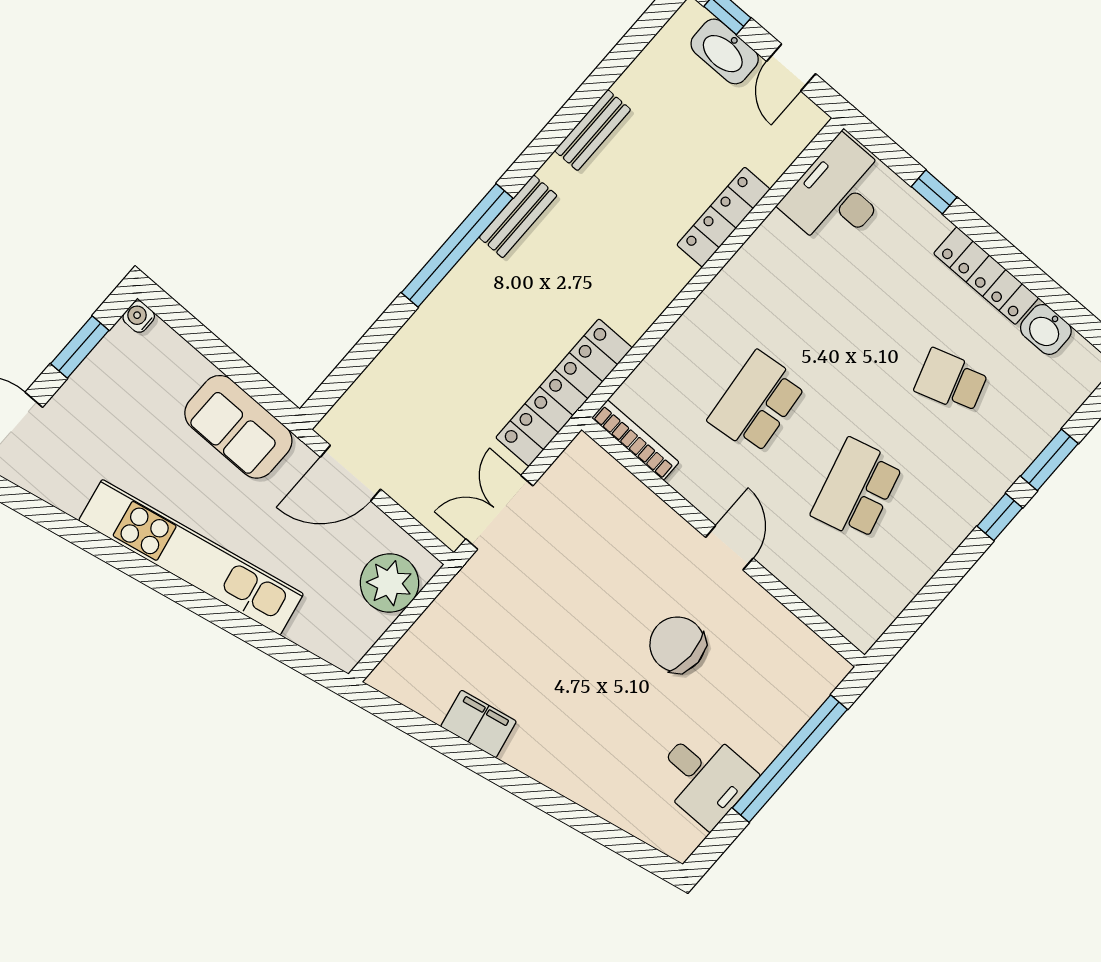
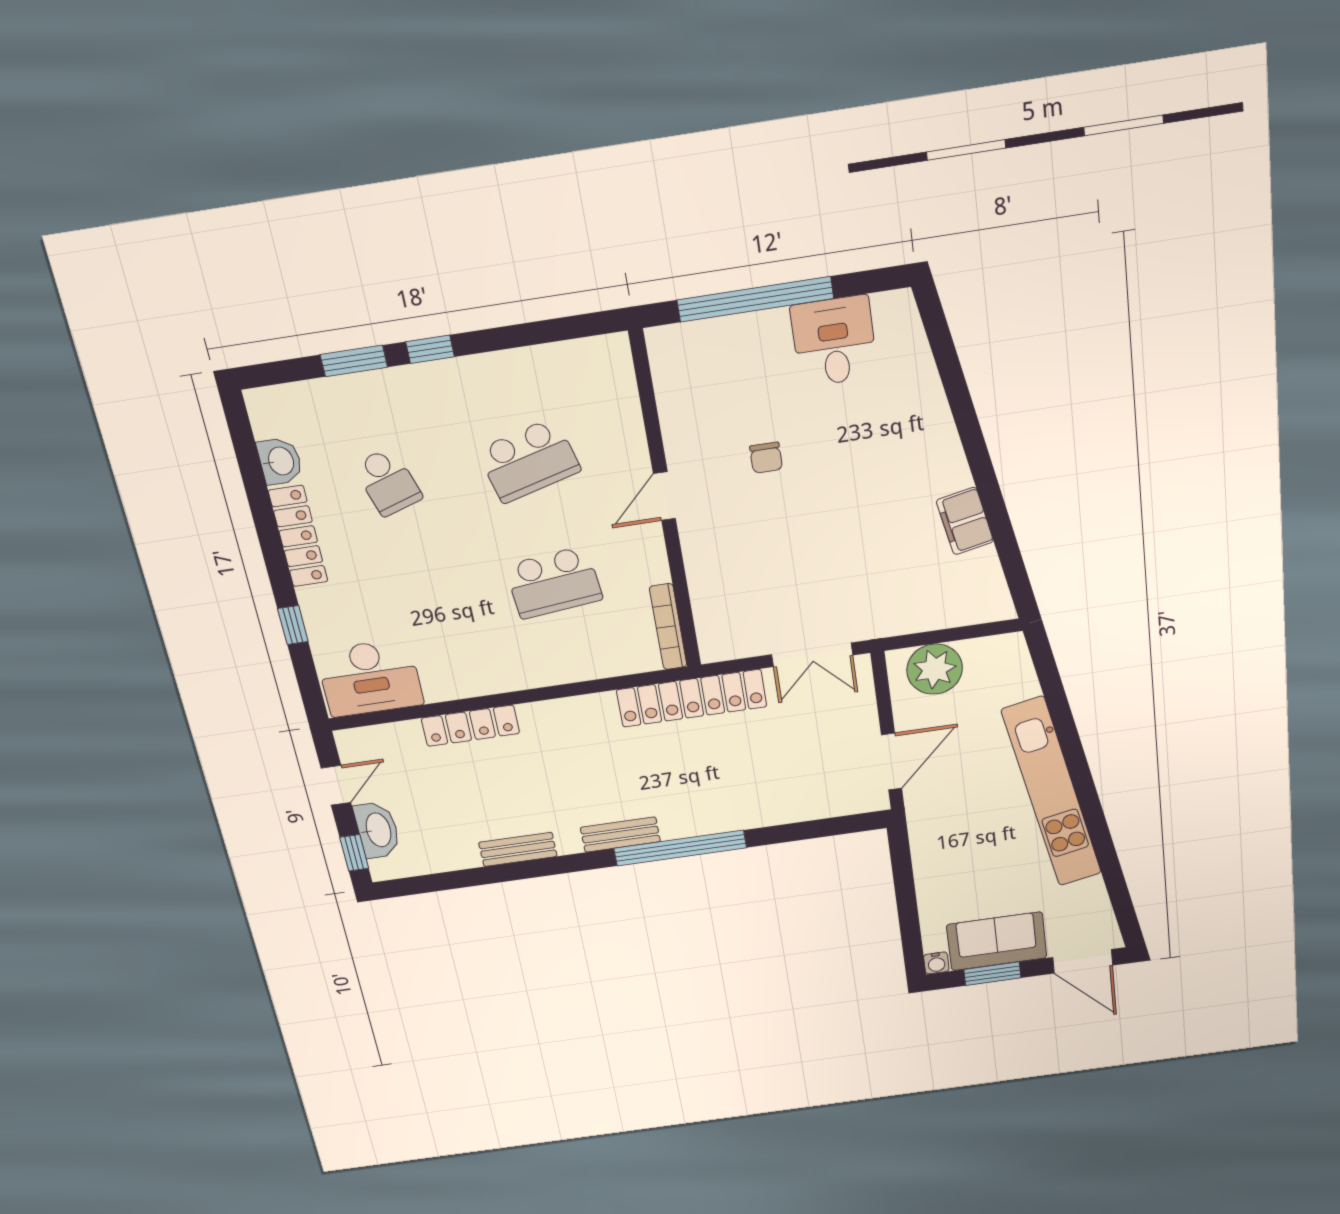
sofa: (238, 427) -> (997, 941), moved, turned -90
door: (350, 473) -> (892, 762), hinge flipped
chair: (677, 644) -> (766, 458), width x0.54, depth x0.54

